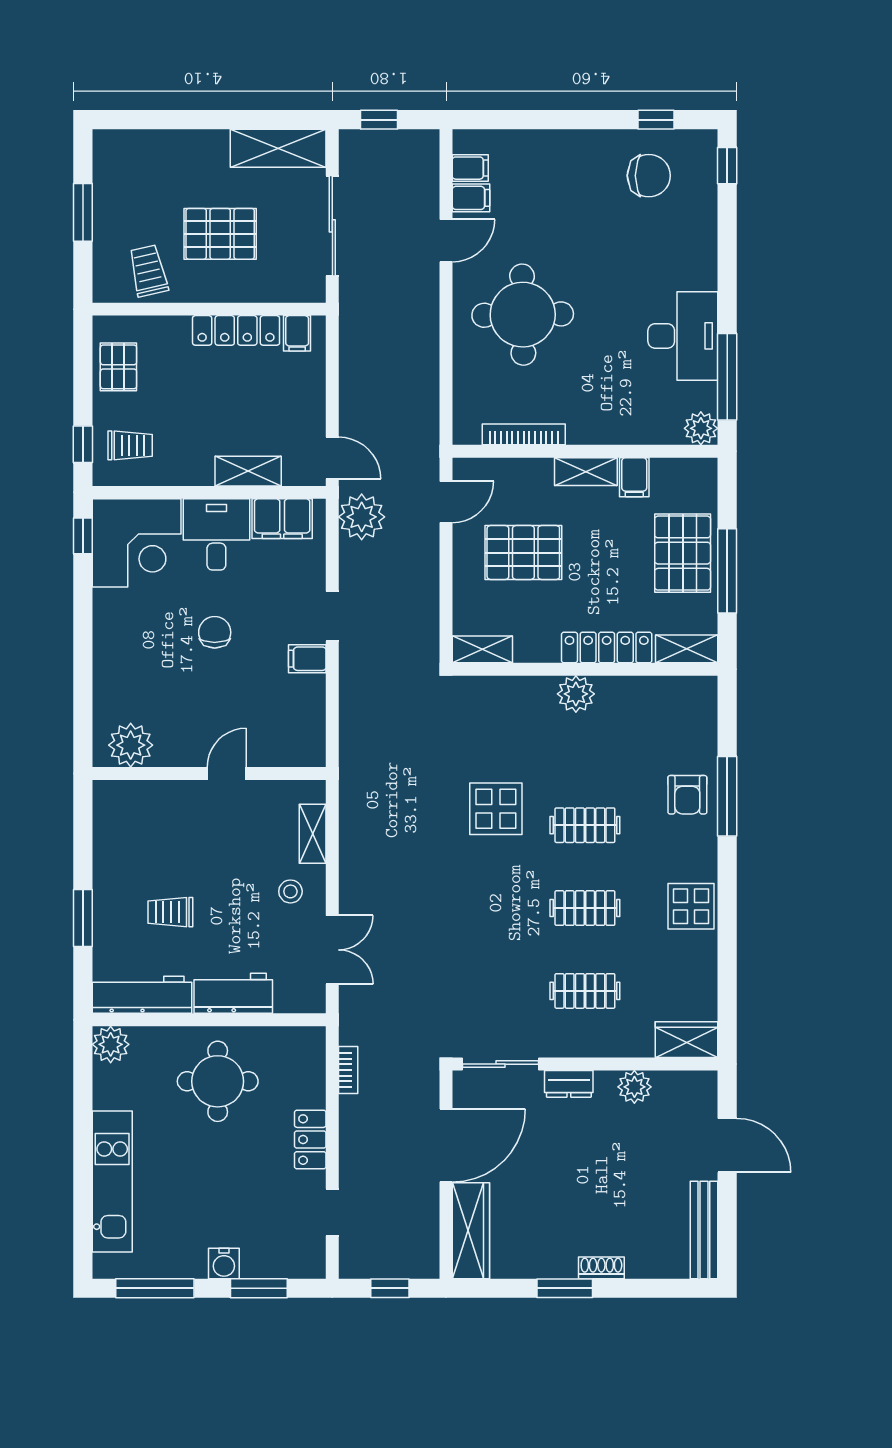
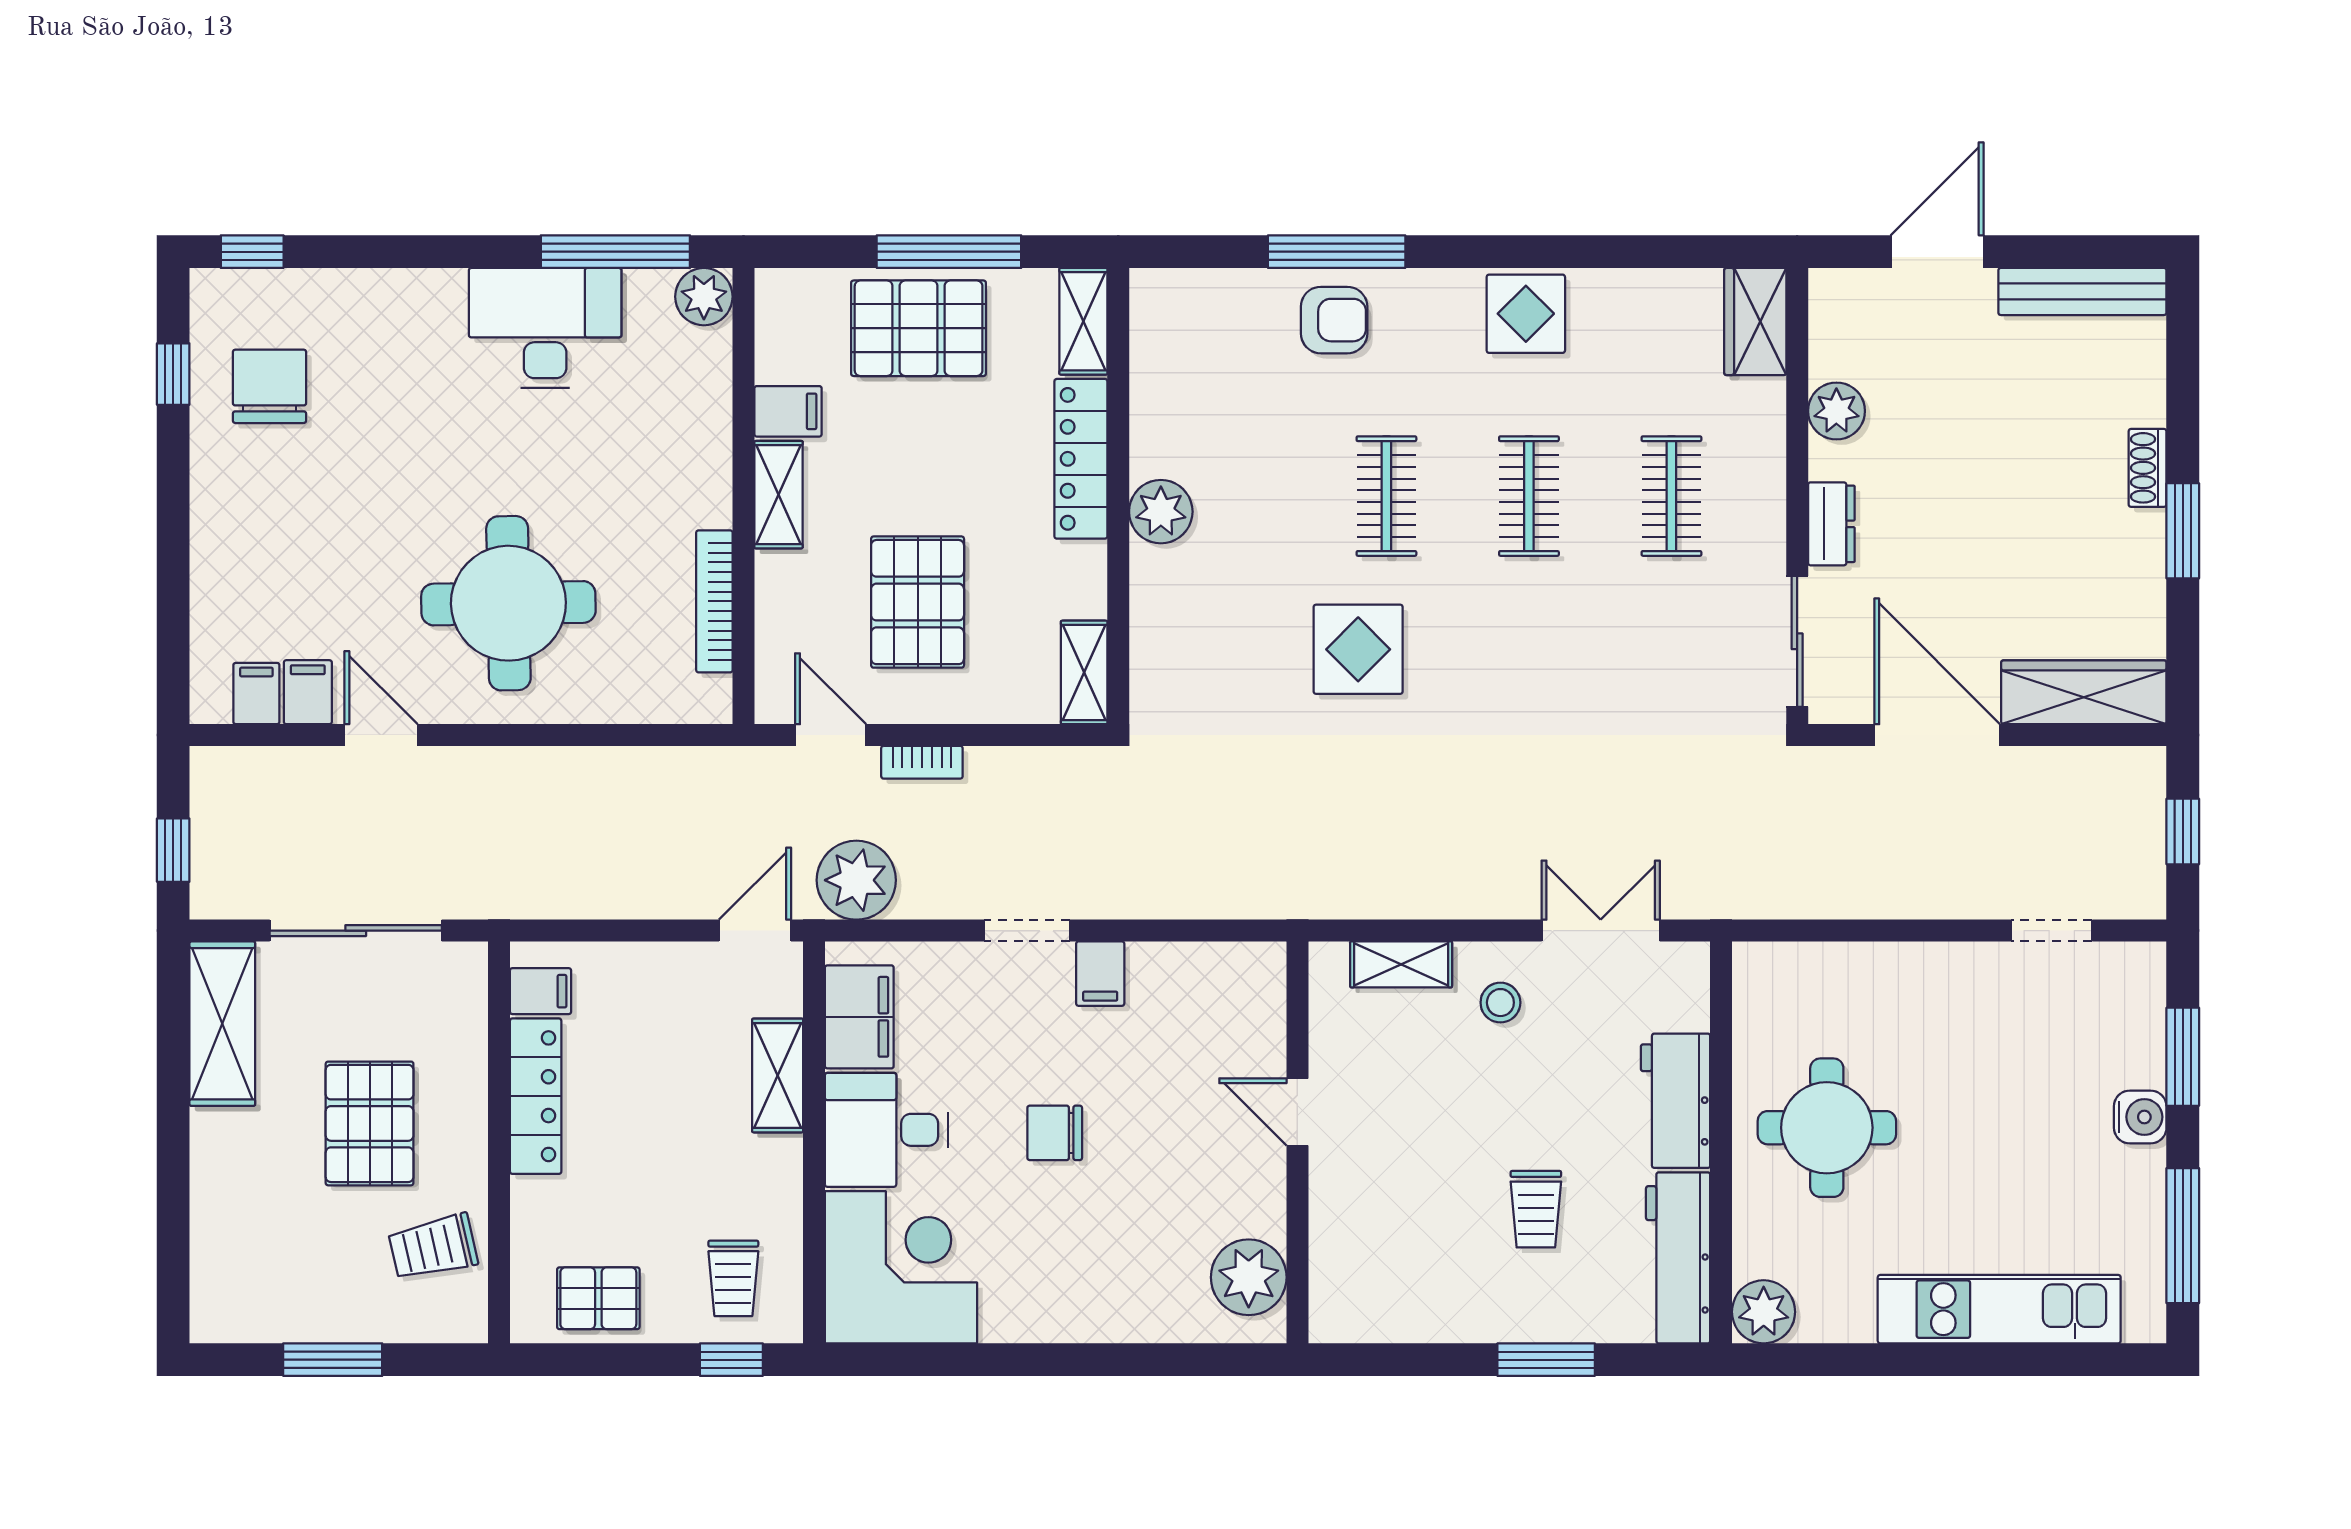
trolley: (130, 445) -> (733, 1278), turned 180
window: (83, 536) -> (889, 1360), removed
bookcase: (348, 1070) -> (922, 762), moved, turned 180
locker: (310, 1140) -> (1927, 968), removed

